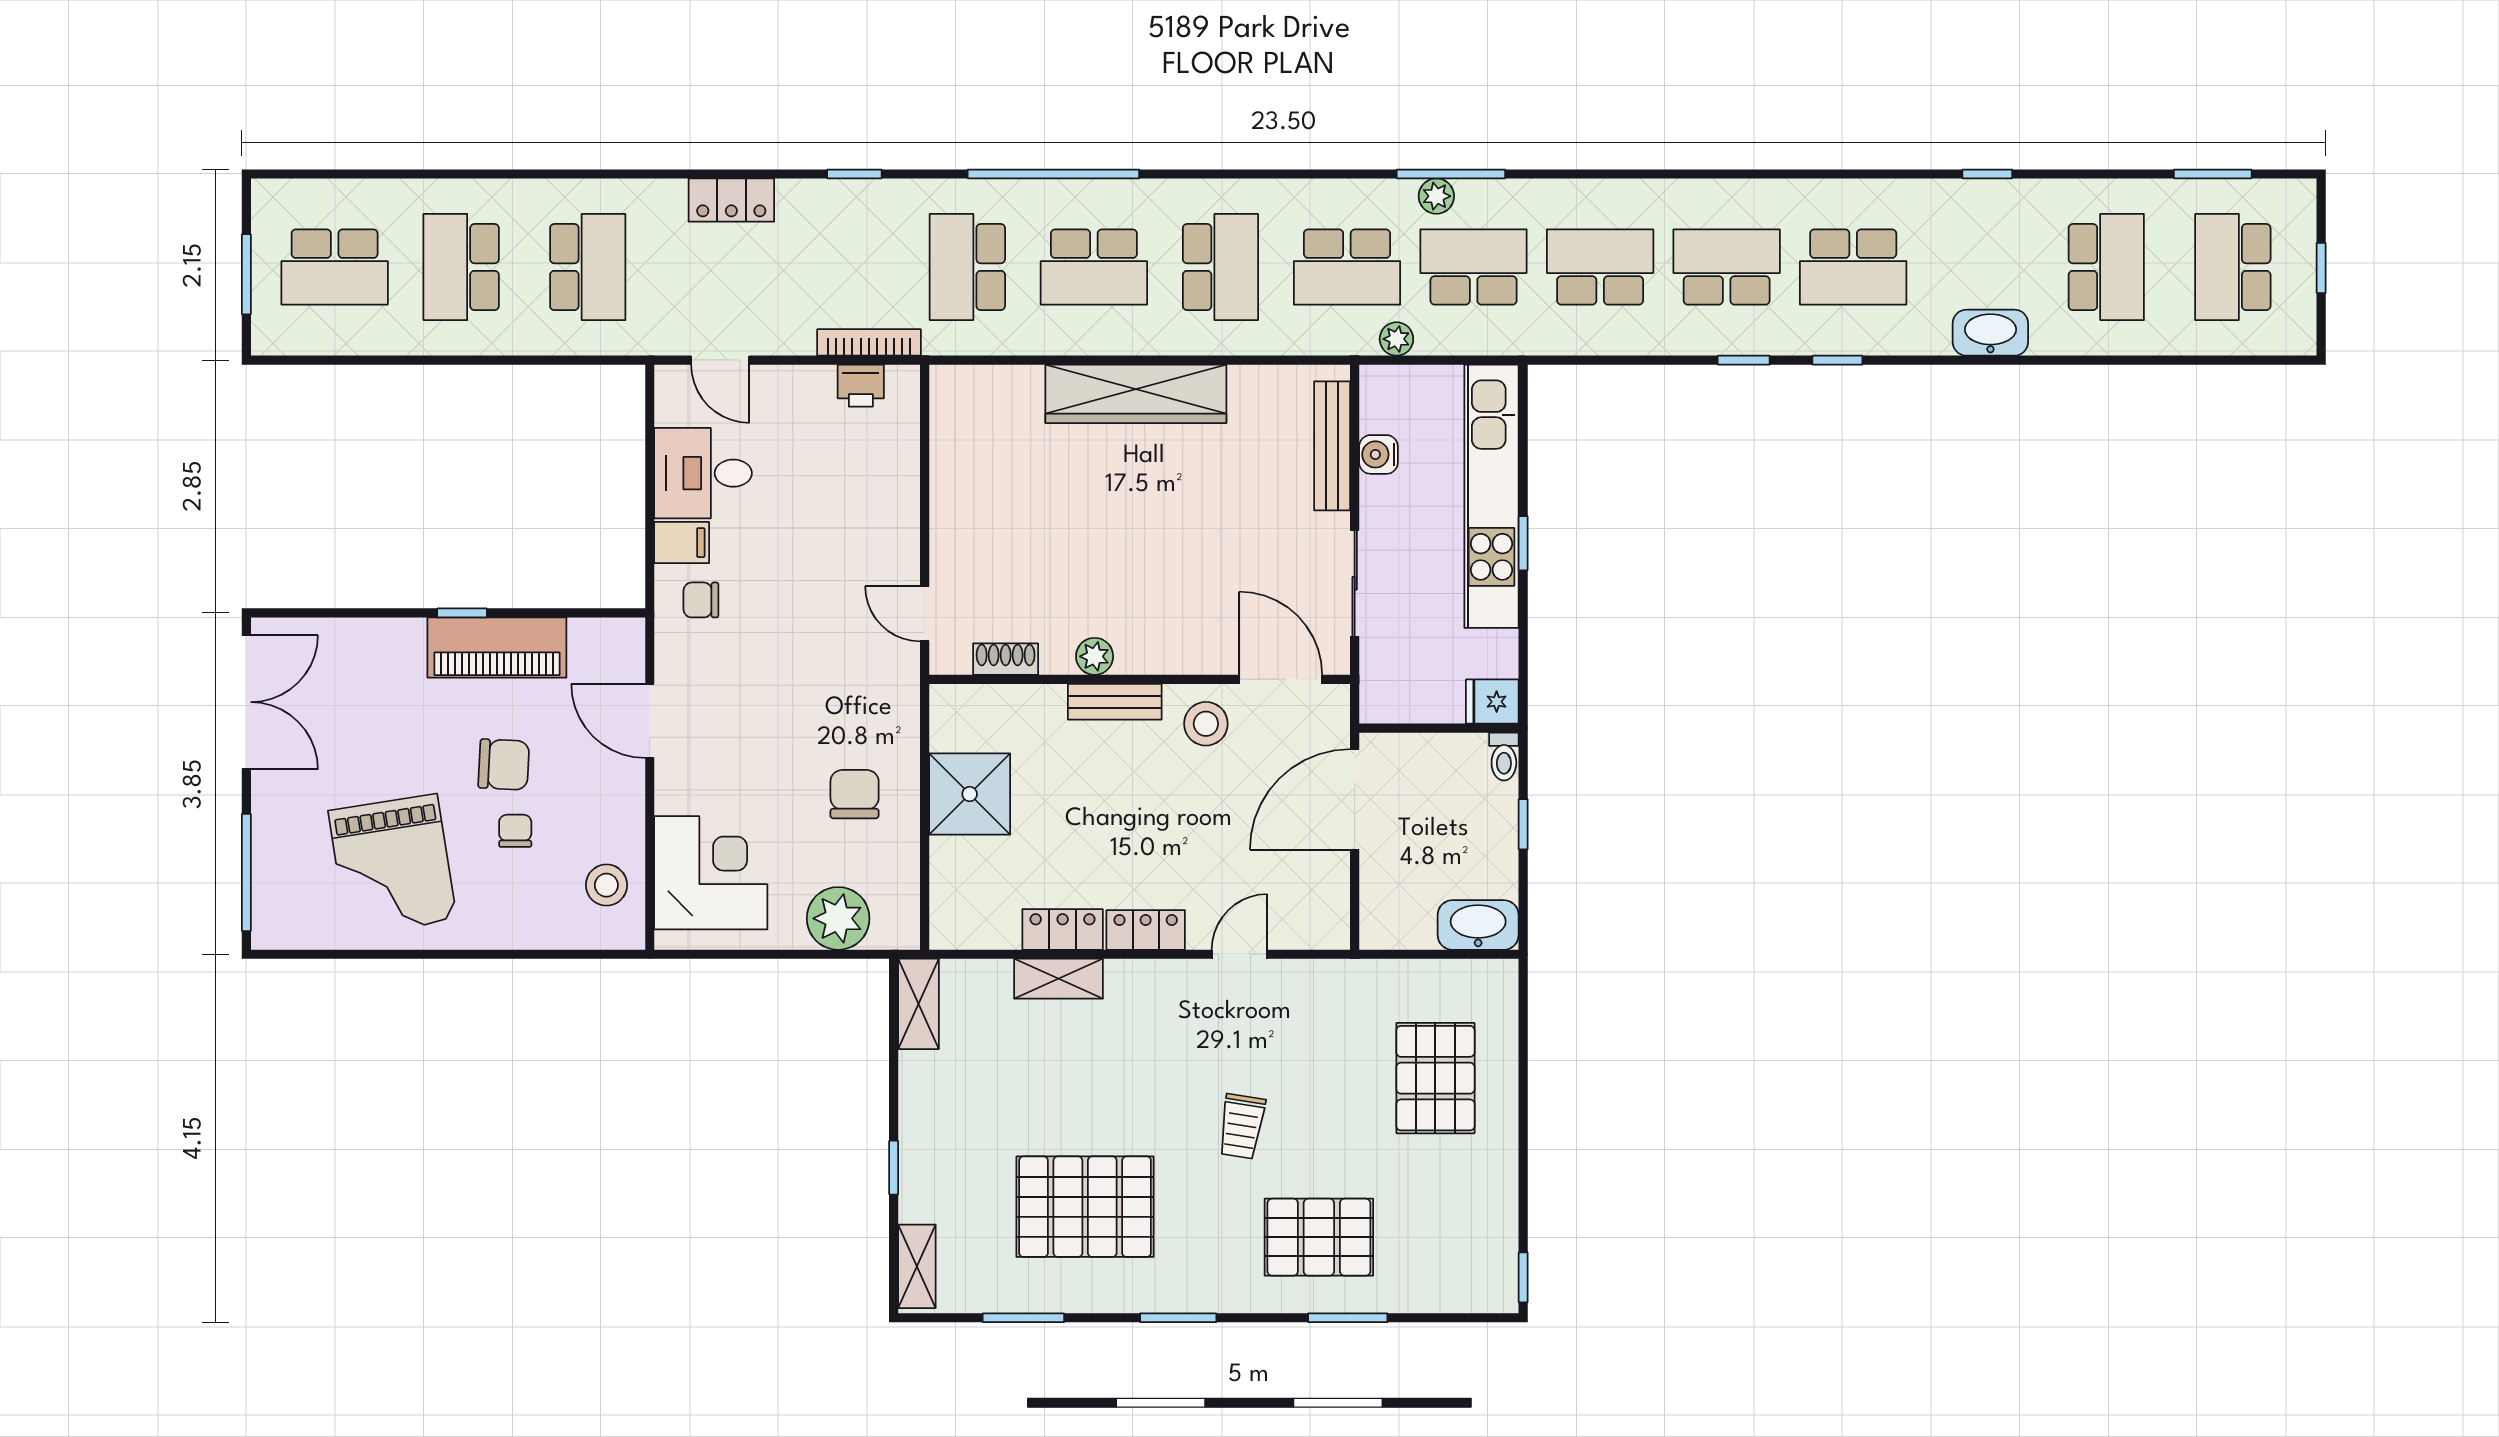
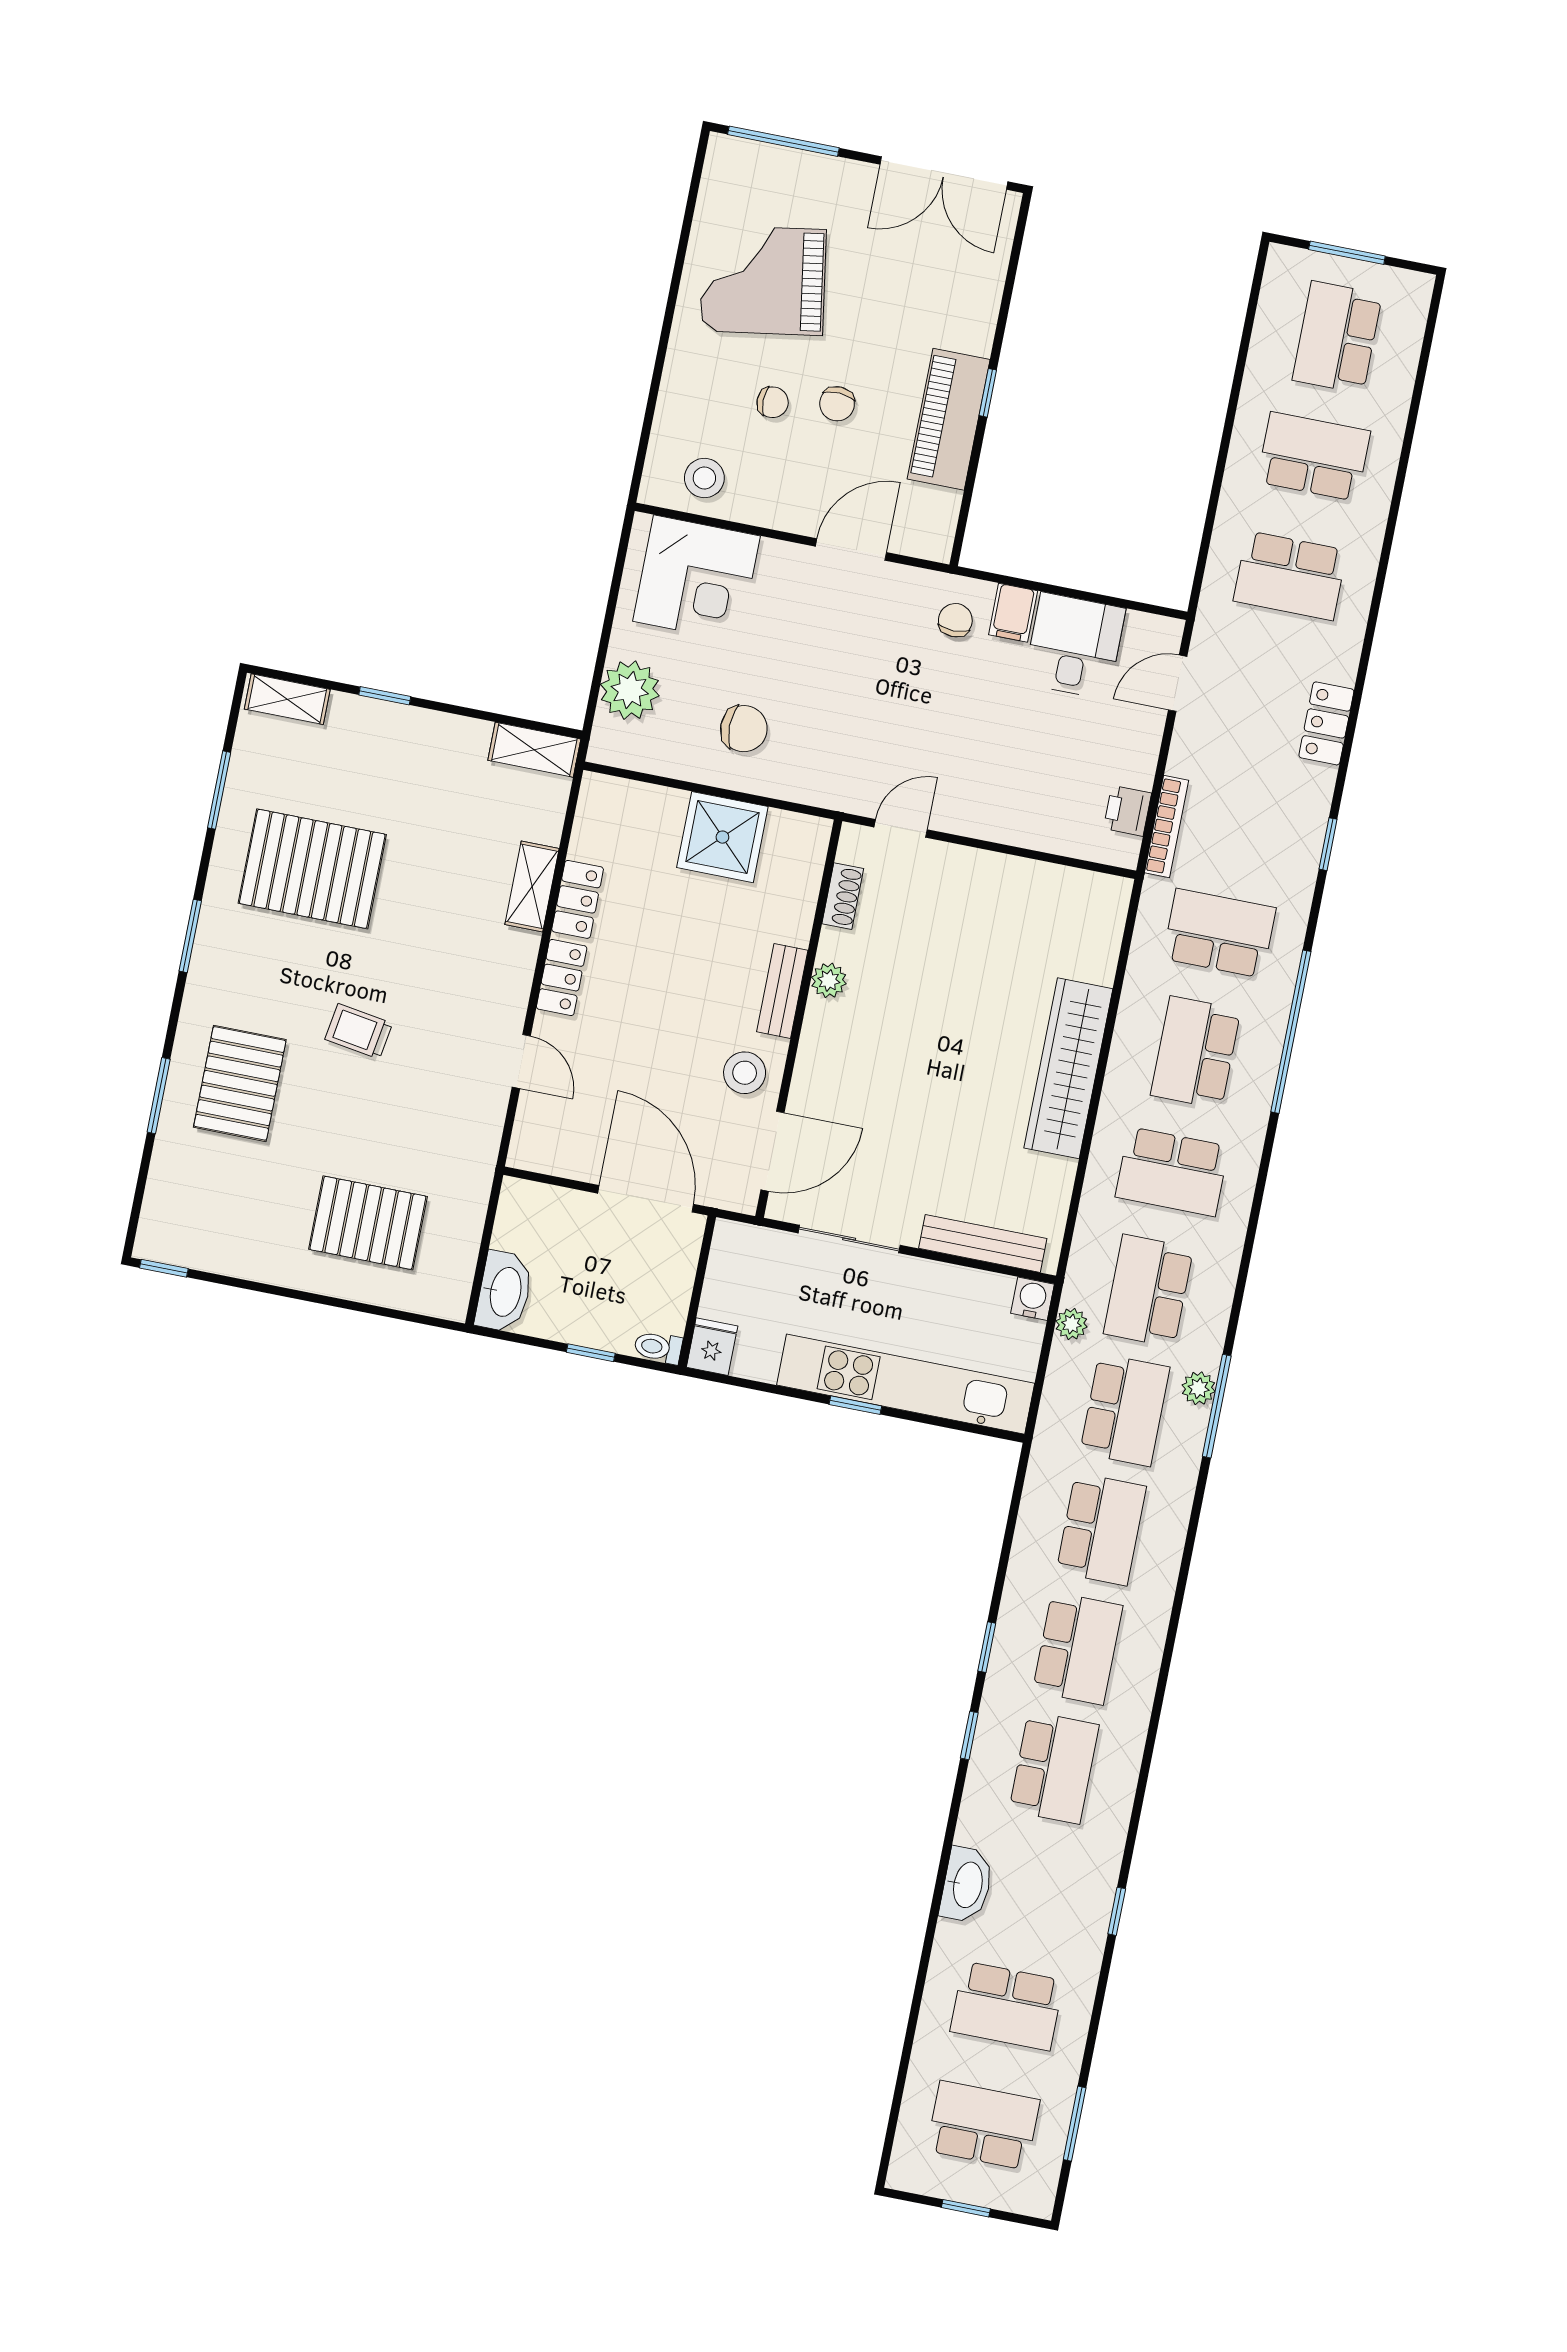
school desk: (1853, 267) -> (1054, 1768), turned 180
water cooler: (1378, 454) -> (1032, 1299), moved
chair: (504, 765) -> (837, 404), width x0.73, depth x0.73
pallet: (1085, 1207) -> (312, 869), turned 90

